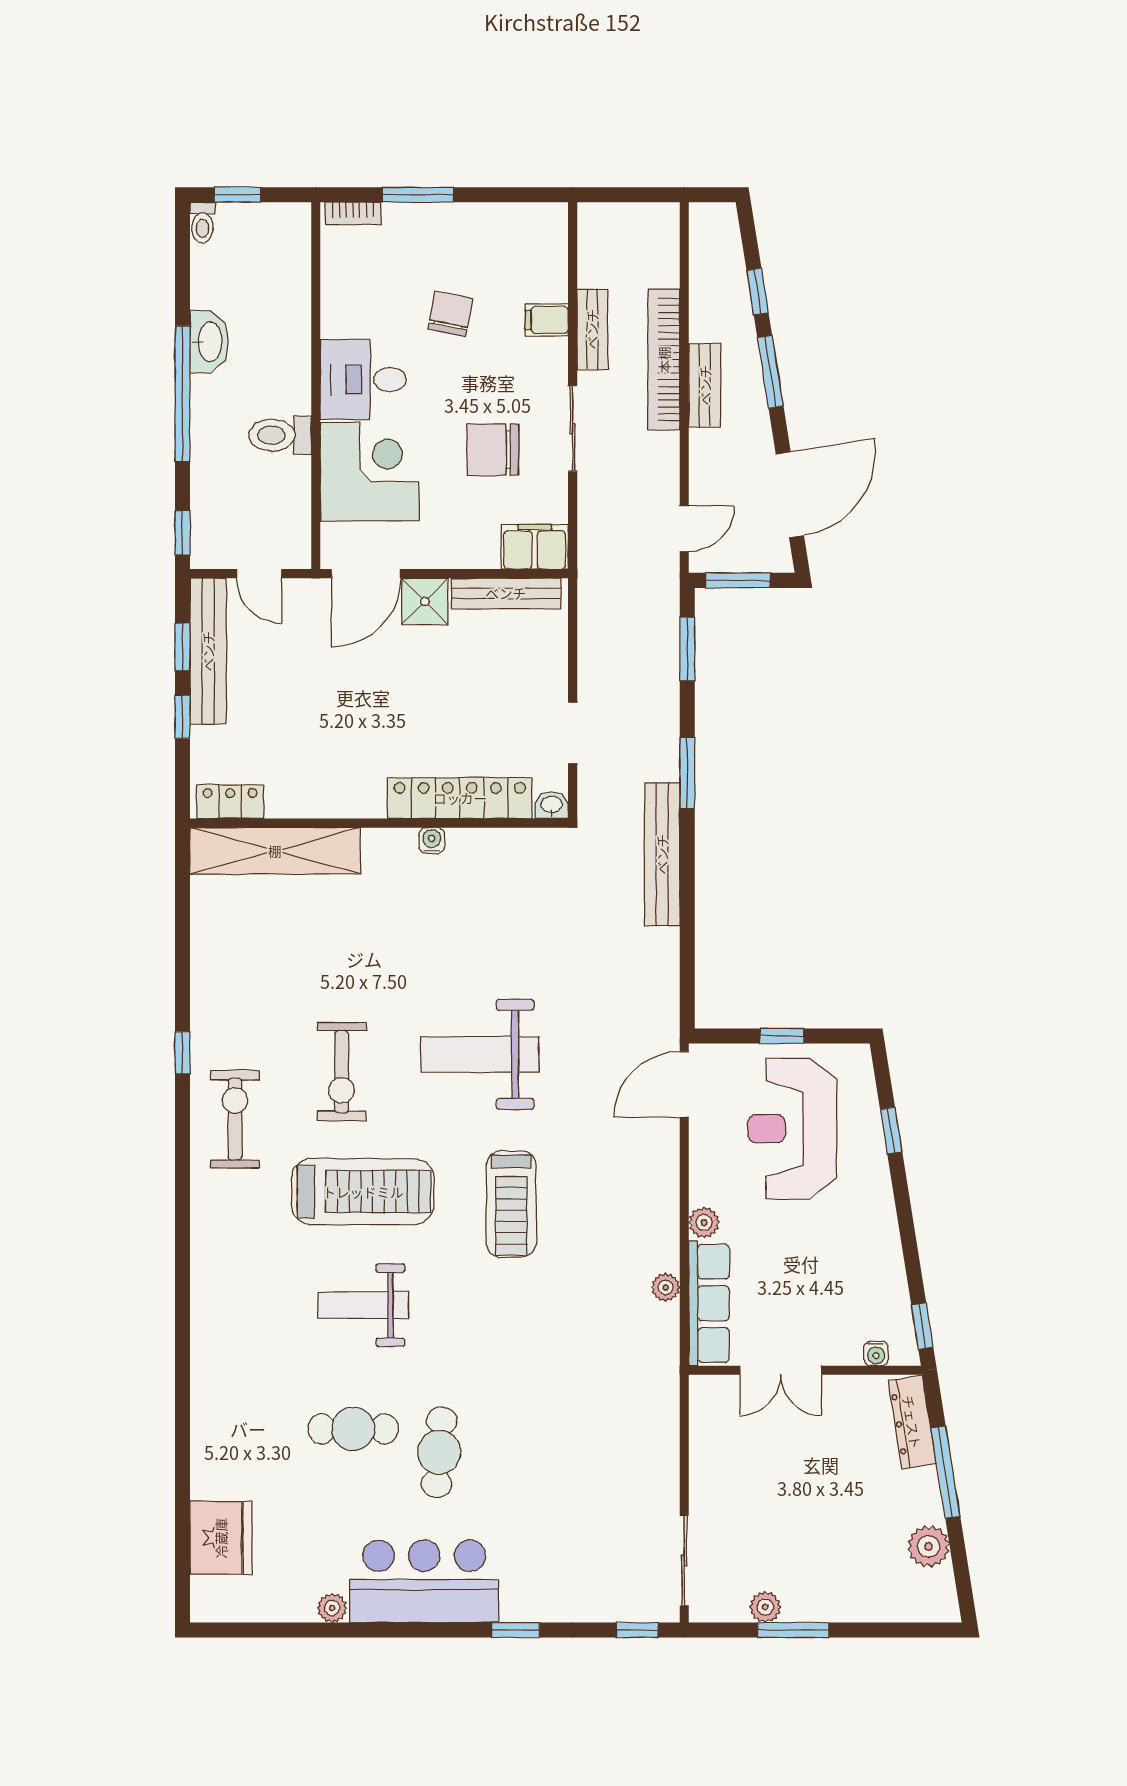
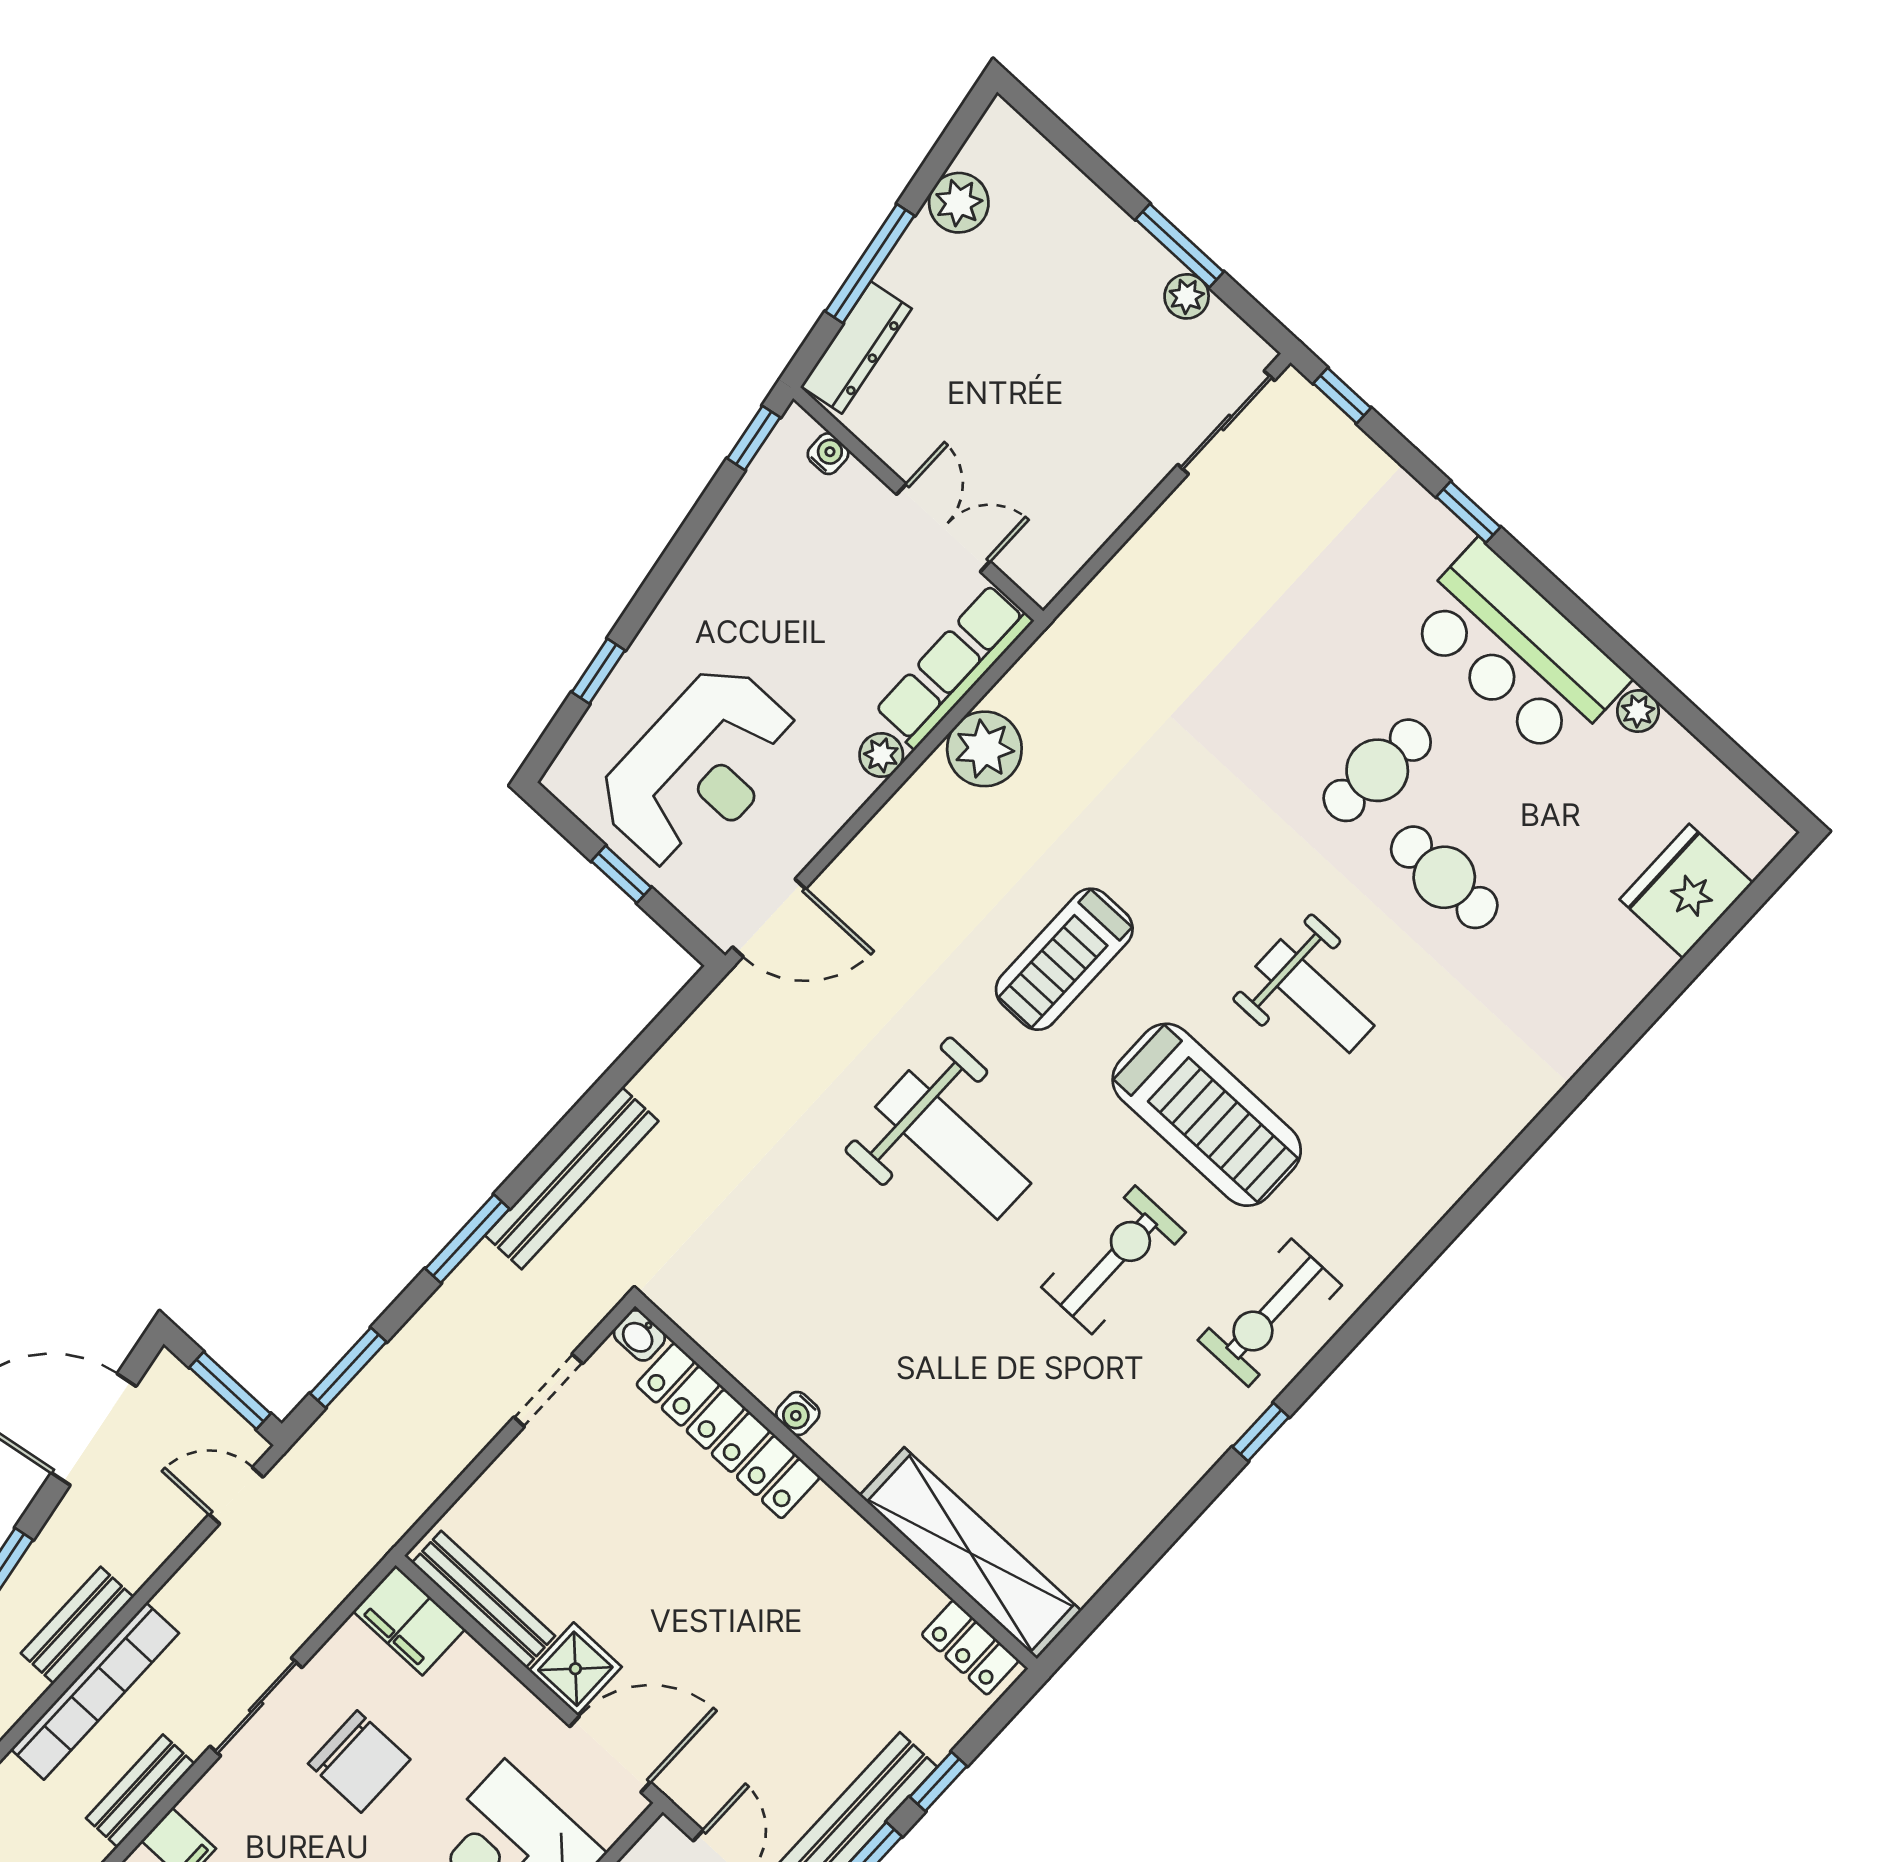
treadmill: (363, 1192) -> (1207, 1115), turned 180
treadmill: (511, 1204) -> (1064, 959), turned 180
plant: (666, 1287) -> (984, 749), width x1.88, depth x1.88

